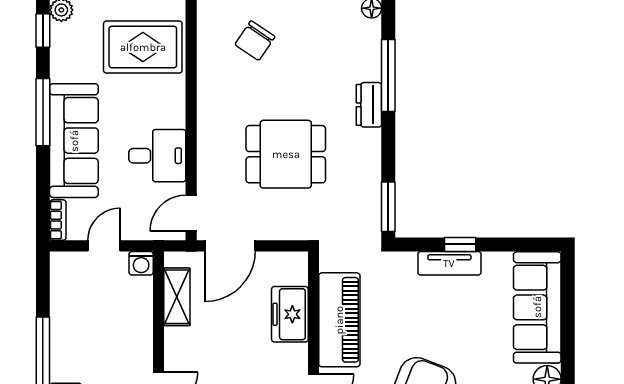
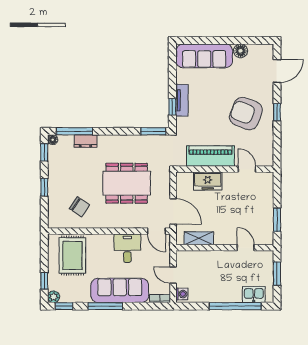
chair: (255, 41) -> (80, 207), moved
window: (388, 76) -> (75, 131), moved
dresser: (369, 105) -> (85, 141), moved
dining table: (286, 154) -> (127, 183), width x1.38
window: (460, 244) -> (172, 107), moved
washing machine: (141, 263) -> (182, 294), moved

